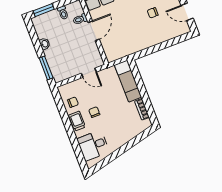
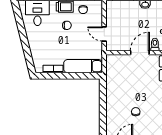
door: (94, 31) -> (140, 53), swing flipped
door: (89, 73) -> (104, 34), hinge flipped

